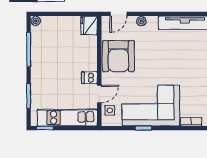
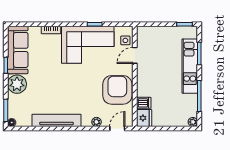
dishwasher: (89, 78) -> (144, 103), moved
kitchen unit: (67, 118) -> (190, 66), moved, turned 90

